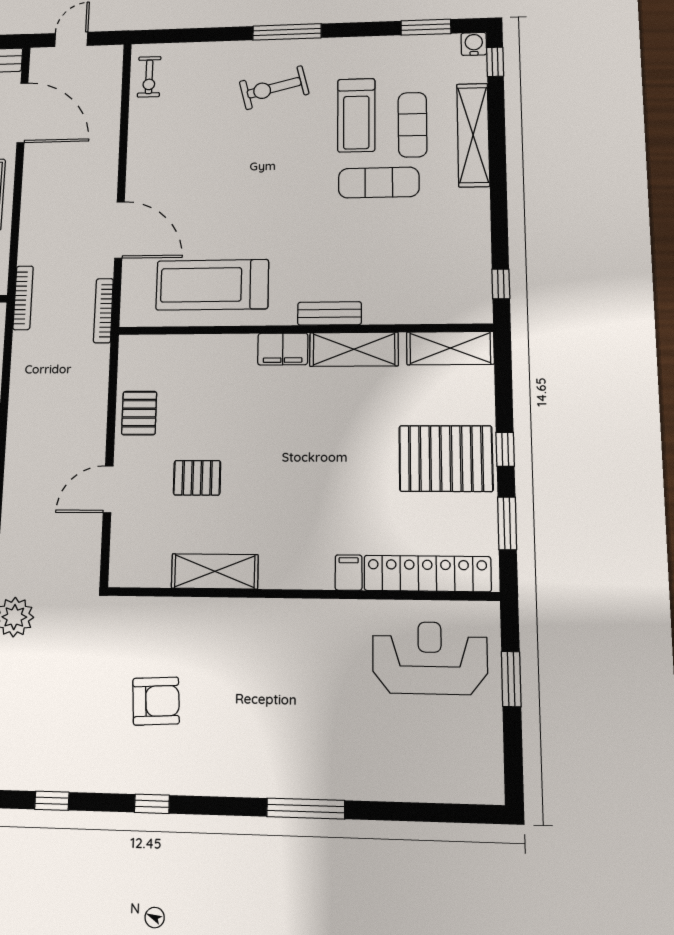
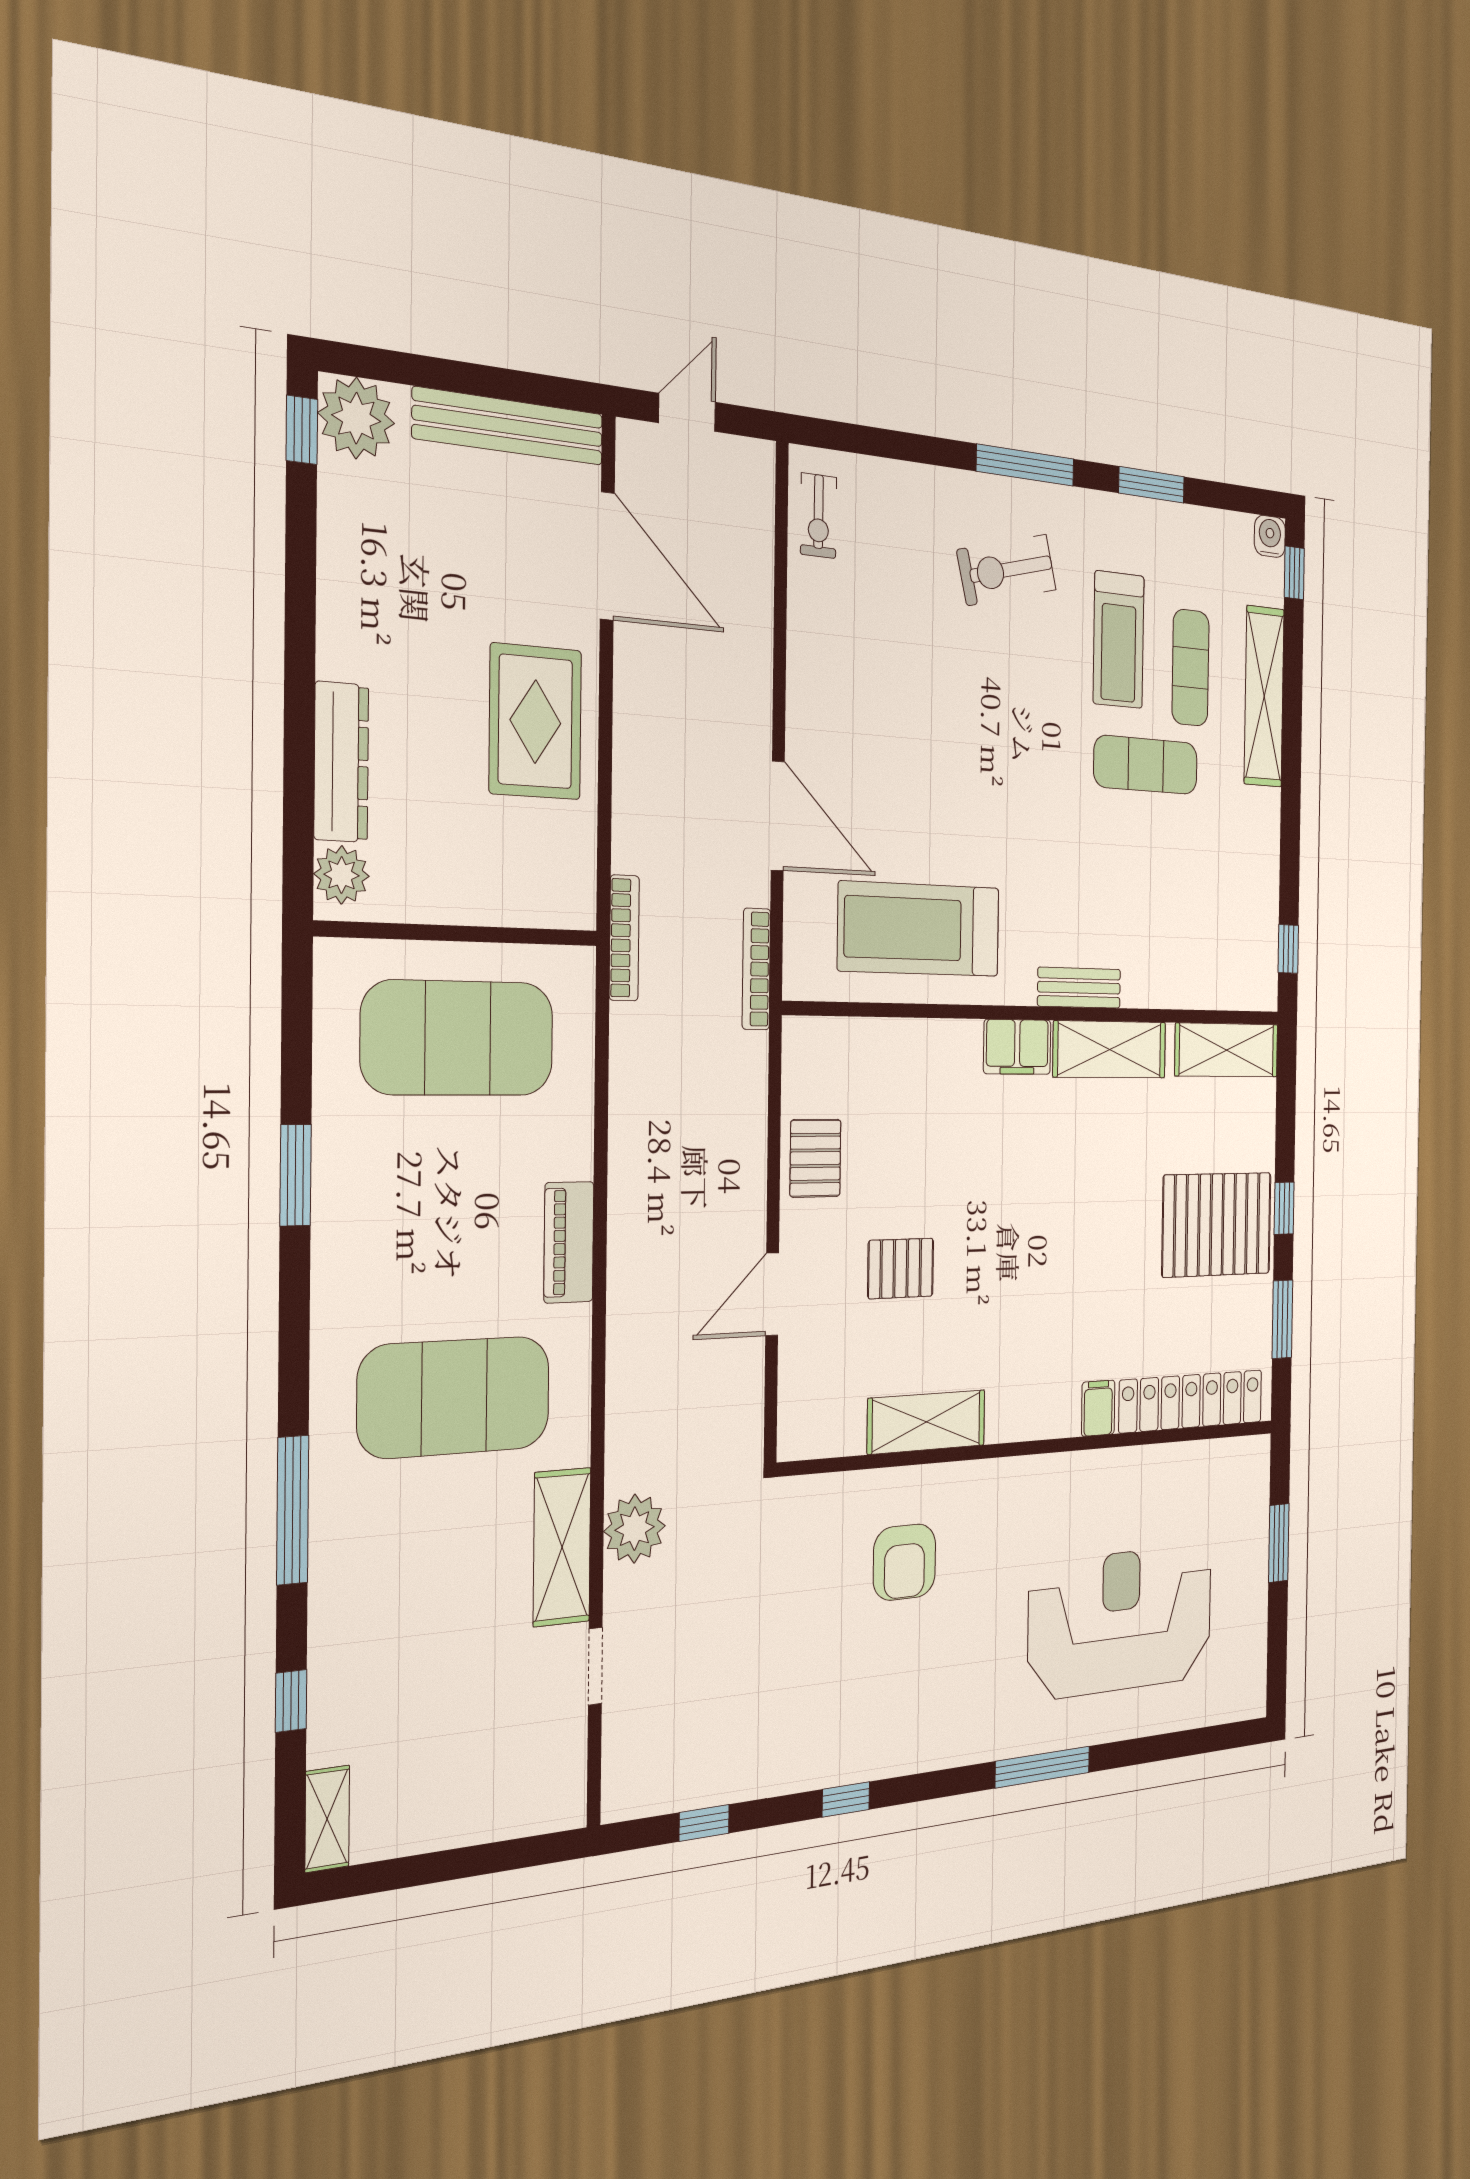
window: (426, 27) -> (1151, 485), moved
reception desk: (430, 658) -> (1121, 1621), moved, width x1.36, depth x1.30
armchair: (156, 701) -> (905, 1562), moved, turned 93

